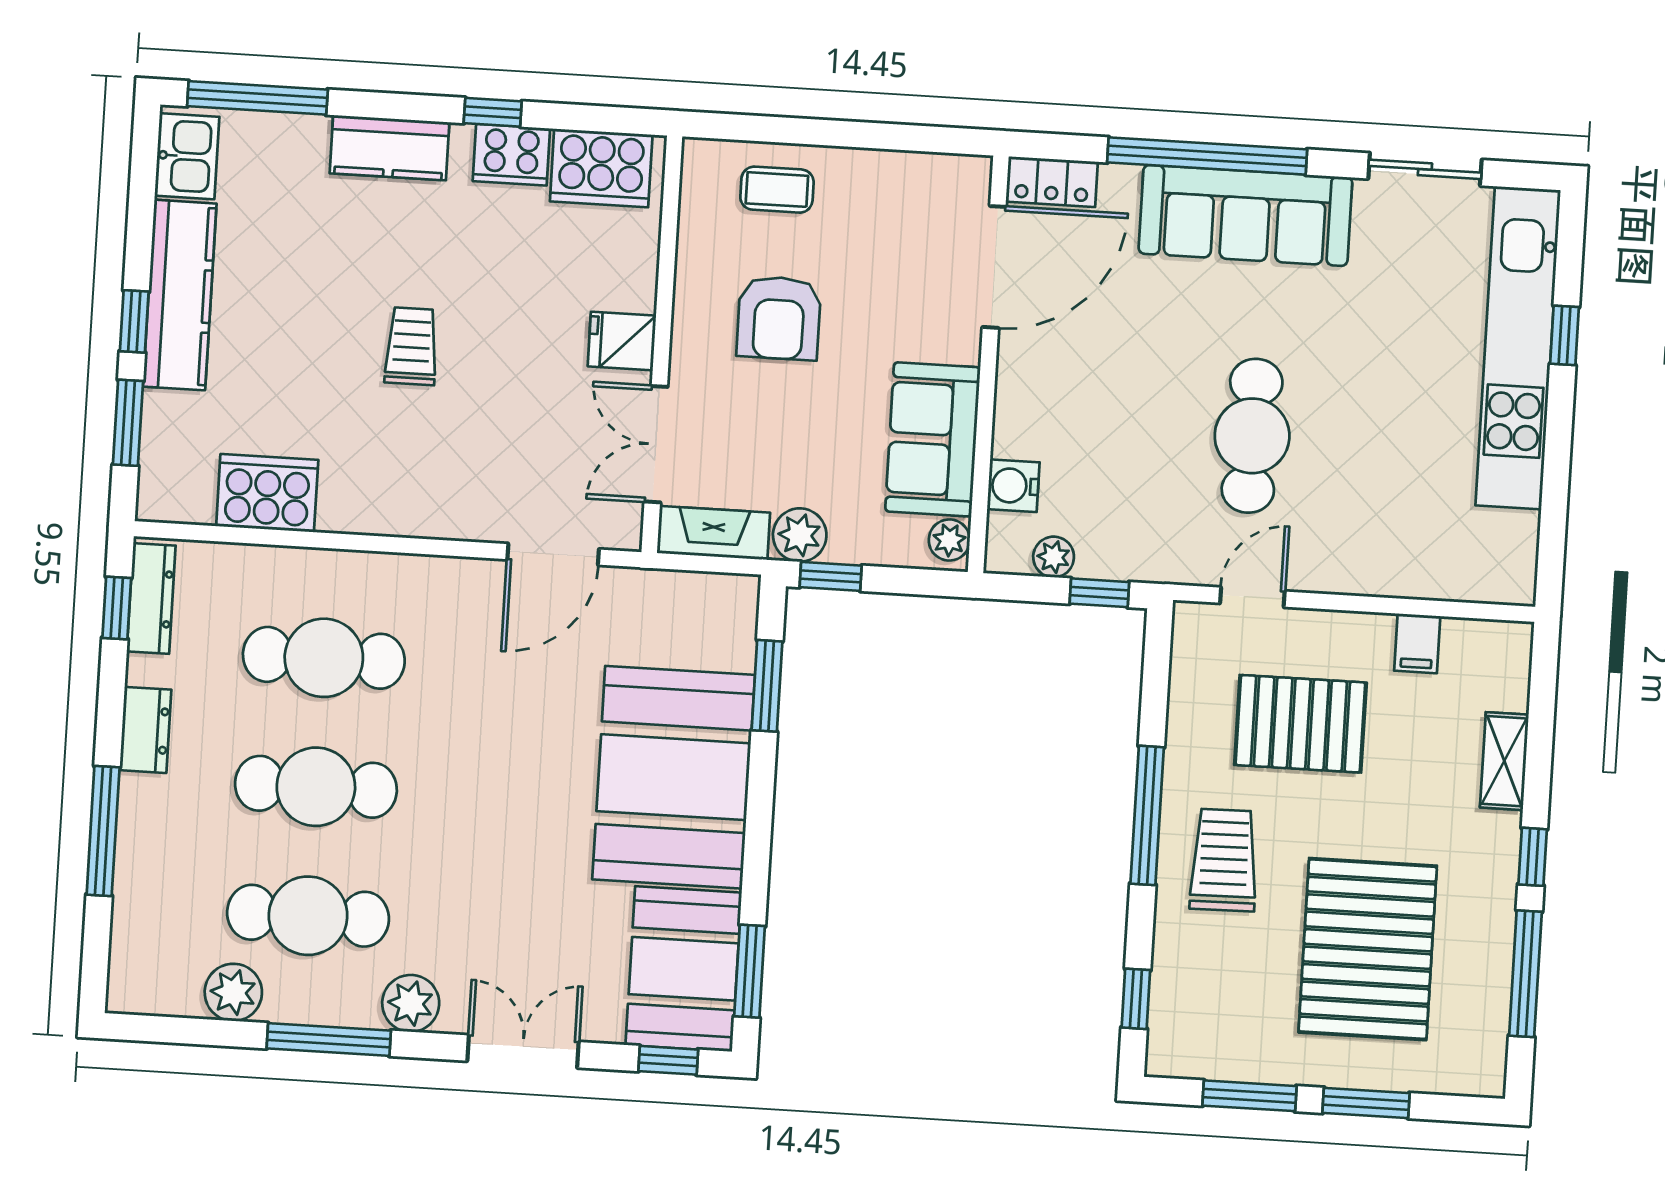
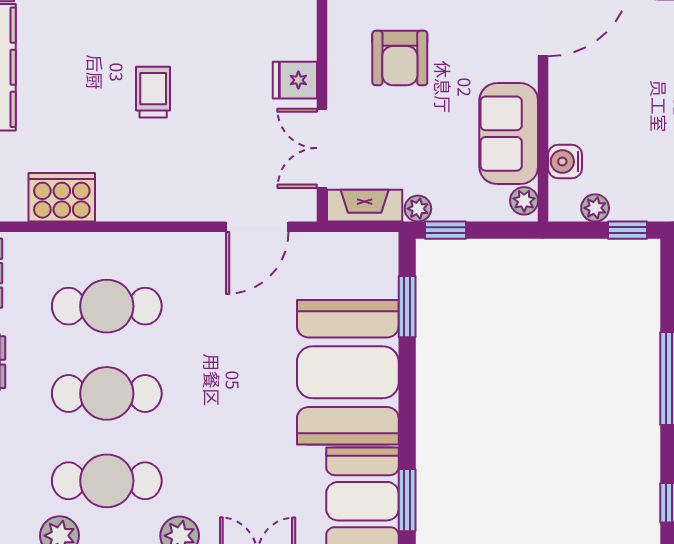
plant: (800, 535) -> (418, 209), width x0.73, depth x0.73

